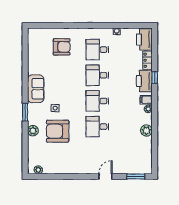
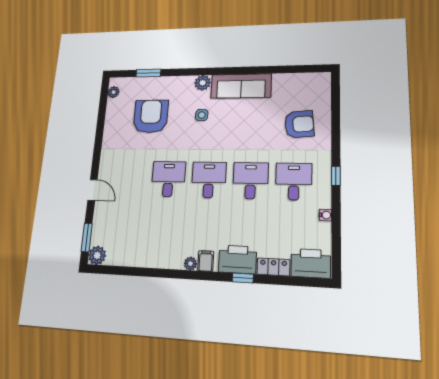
window: (93, 25) -> (336, 176), added
armchair: (62, 47) -> (299, 124), turned -95
sofa: (36, 89) -> (241, 86), width x1.36
window: (25, 112) -> (148, 73), moved
plant: (33, 131) -> (203, 83), moved
armchair: (58, 131) -> (151, 116), moved
plant: (146, 131) -> (97, 255), moved

